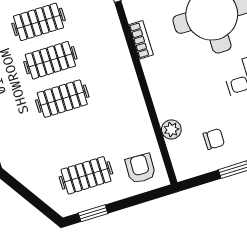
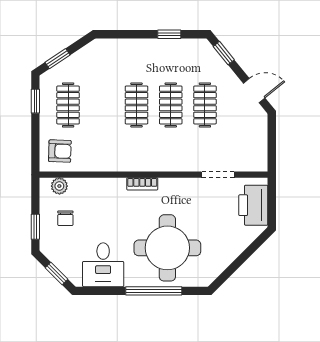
bookcase: (141, 40) -> (142, 184), moved
plant: (171, 130) -> (59, 186), moved
window: (38, 203) -> (57, 59), added

